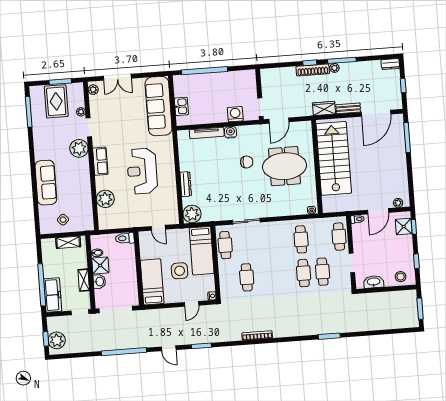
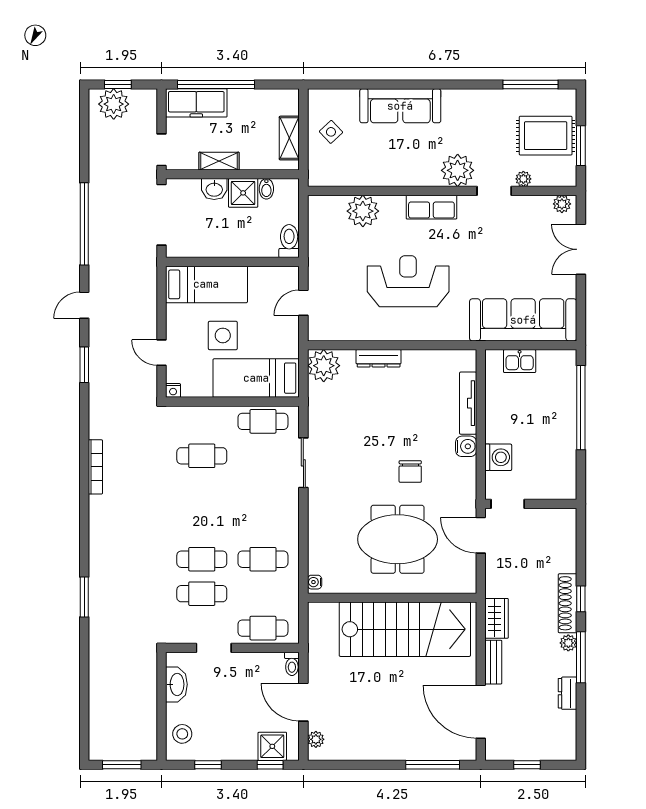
dresser: (390, 64) -> (568, 693), moved
meeting table: (285, 166) -> (398, 539), turned 90

